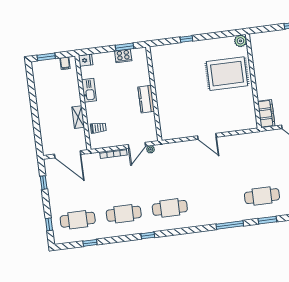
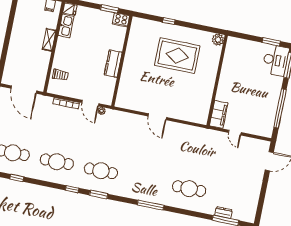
cooker: (123, 56) -> (121, 20), moved
rug: (227, 74) -> (177, 56), moved
kitchen sink: (89, 90) -> (66, 26), moved
shelving: (78, 117) -> (49, 40), moved
door: (137, 145) -> (90, 103), hinge flipped
window: (267, 220) -> (99, 195), moved

